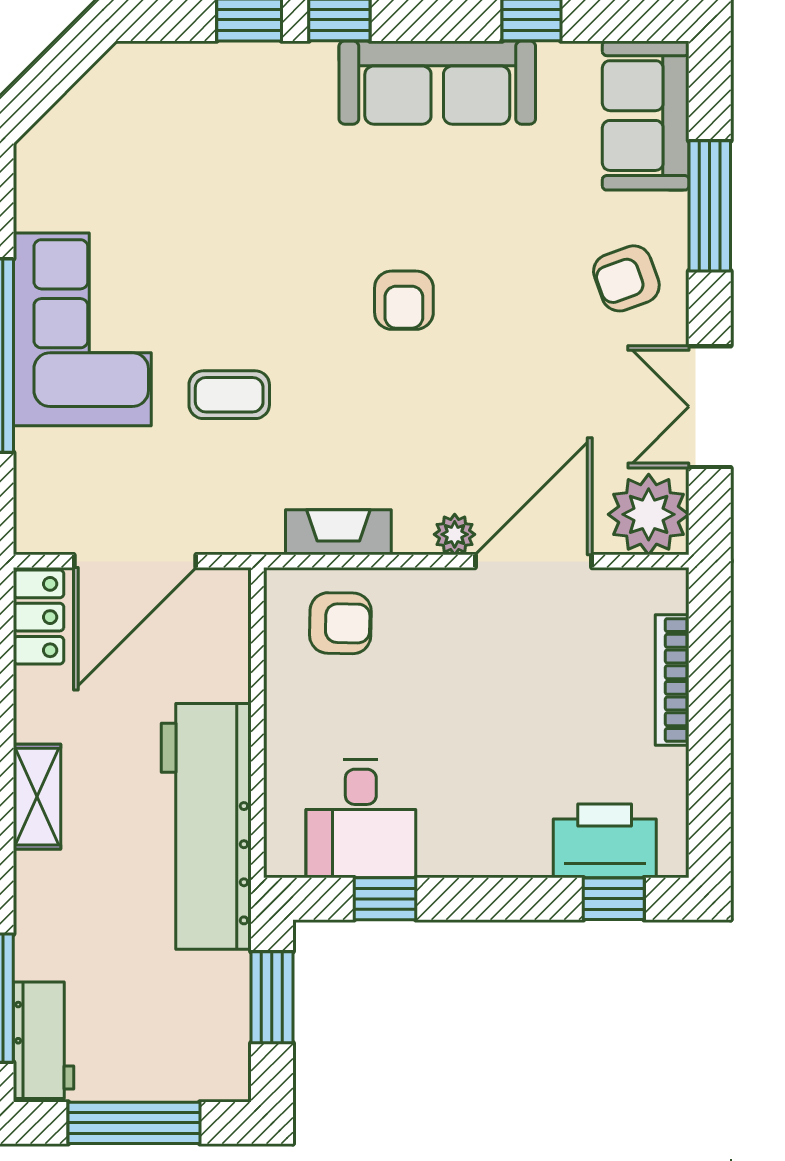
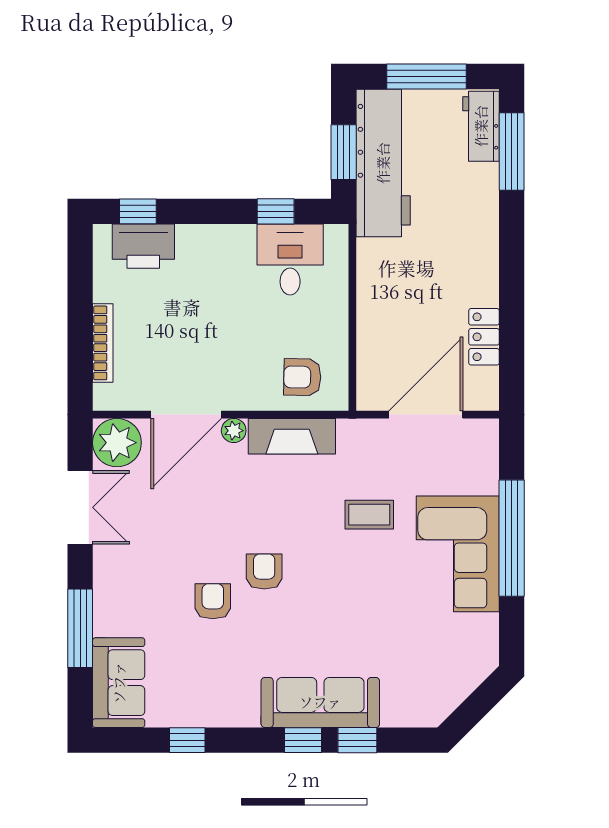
sofa: (437, 83) -> (320, 702), moved
armchair: (626, 278) -> (213, 601), moved, turned -70
fireplace: (338, 532) -> (292, 436), width x1.37, depth x1.32
locker: (39, 617) -> (484, 337), moved
shelving: (37, 797) -> (485, 273), removed
workbench: (206, 826) -> (383, 163), moved

